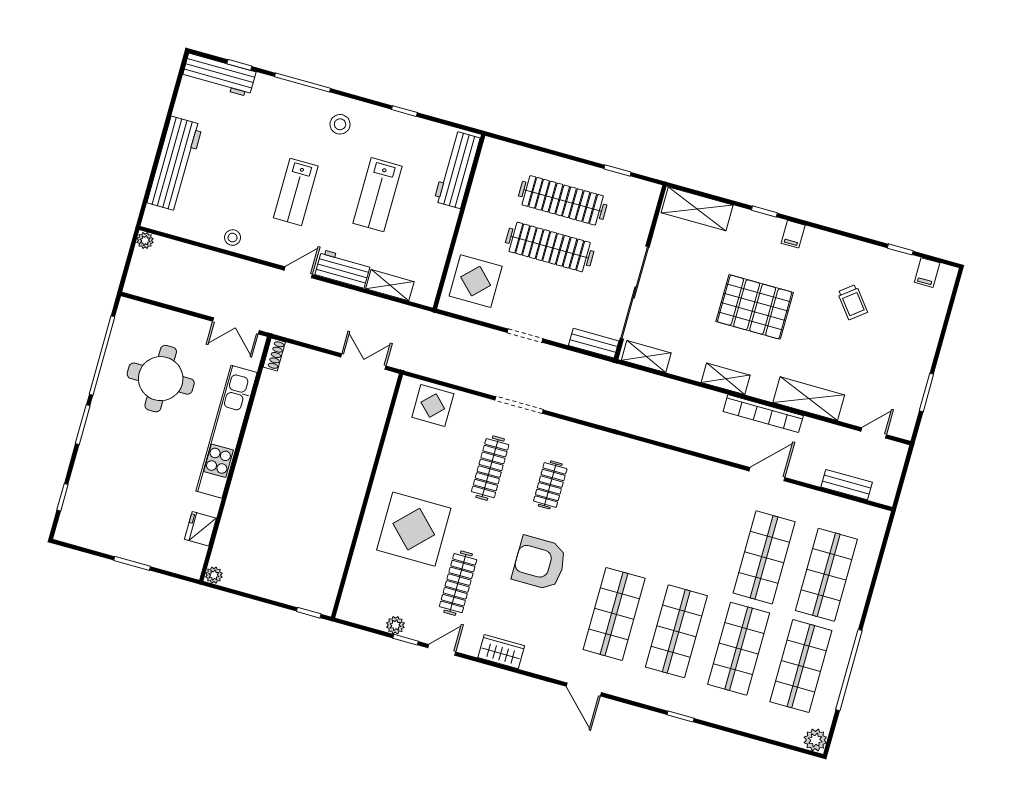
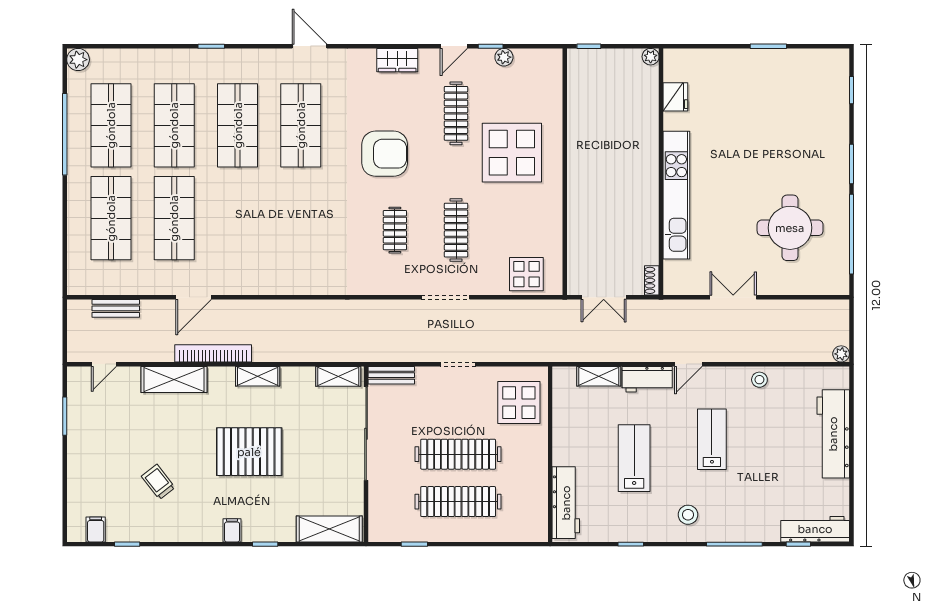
shoe rack: (274, 355) -> (652, 280), moved
kitchen unit: (227, 432) -> (676, 195), moved
wall: (235, 459) -> (661, 172), moved
fridge: (200, 529) -> (675, 97), moved
plant: (214, 575) -> (651, 57), moved

